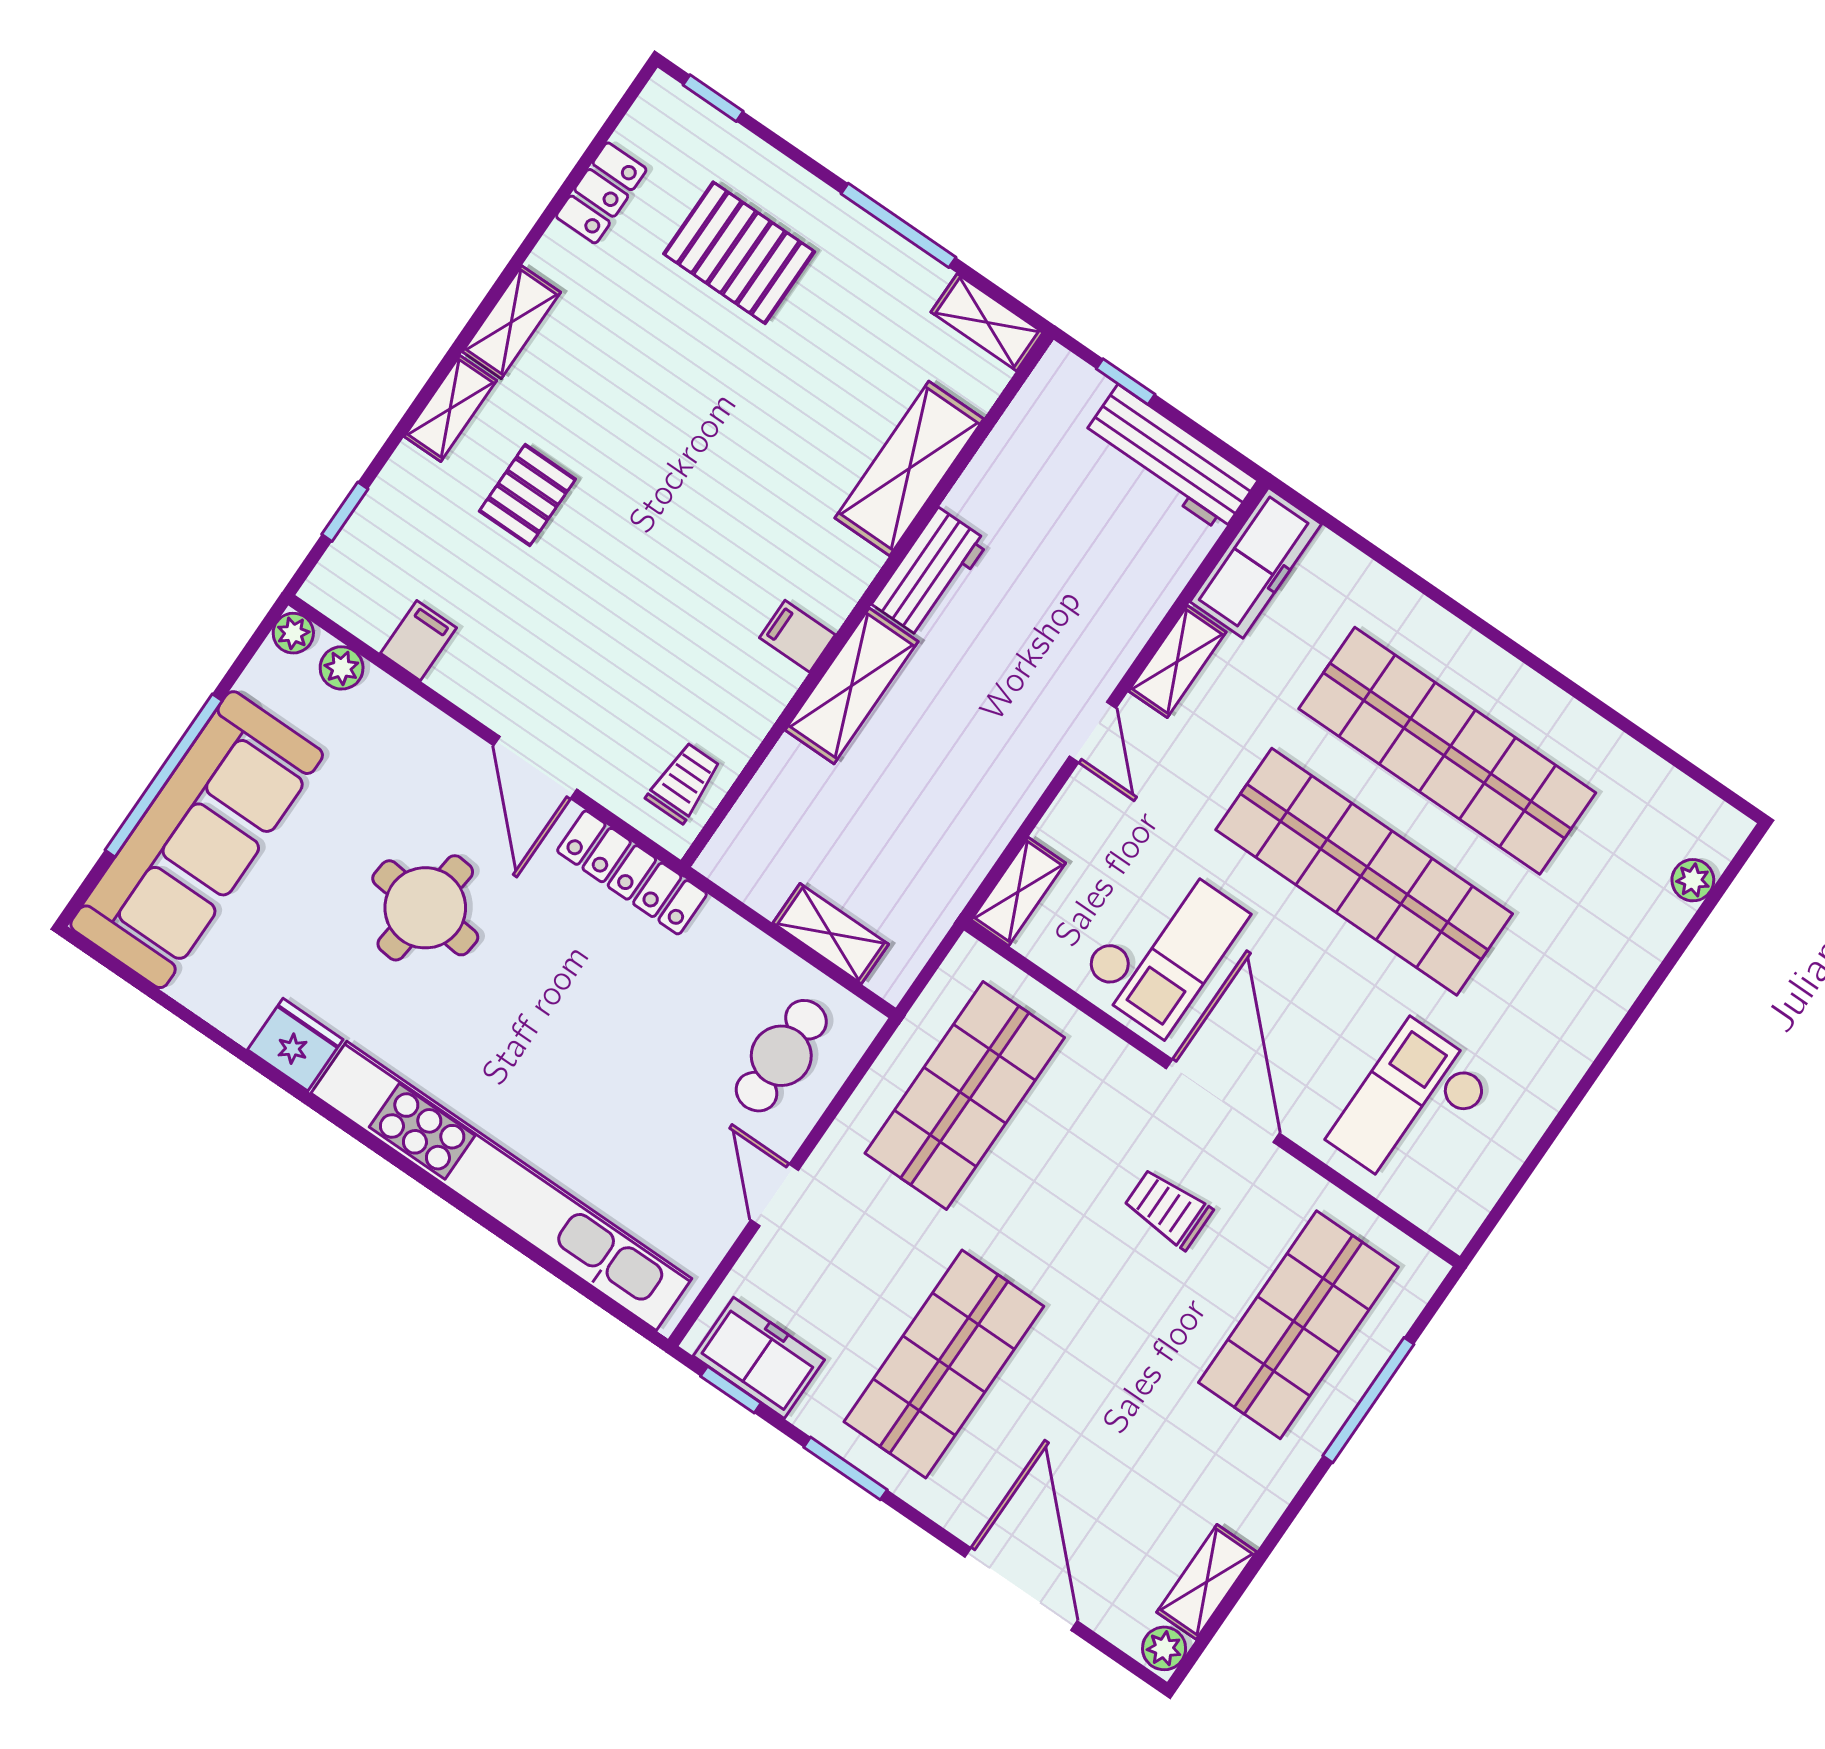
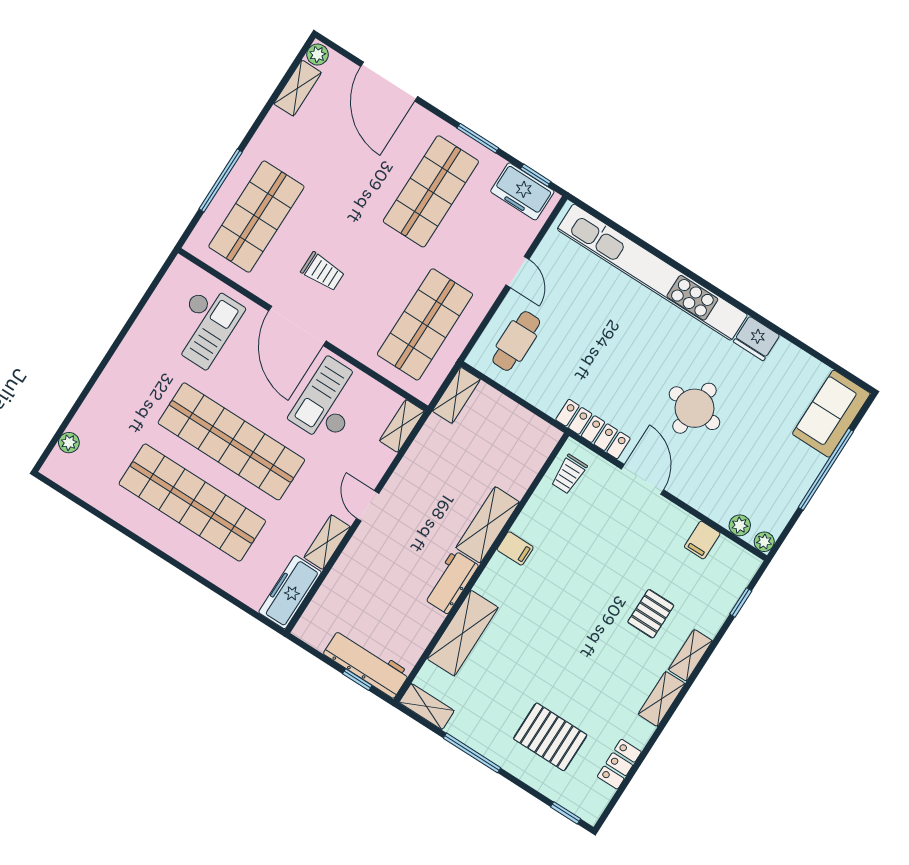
workbench: (1170, 458) -> (367, 663), moved
sofa: (197, 840) -> (831, 414), width x0.54, depth x0.79
shelving: (831, 934) -> (456, 395), moved, turned 90

